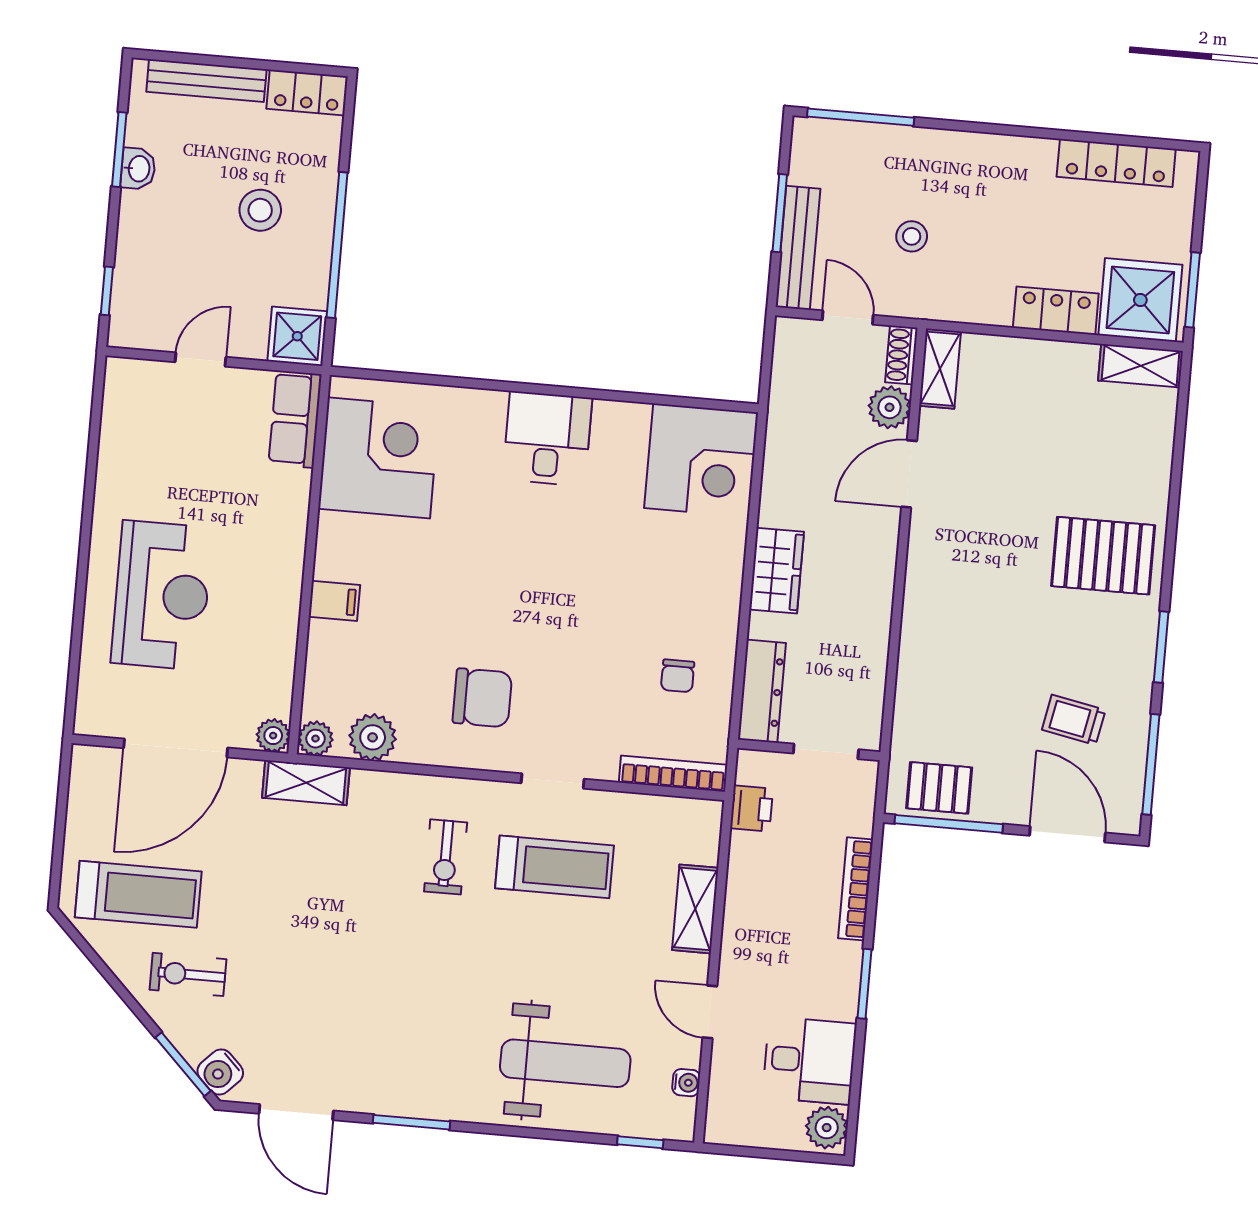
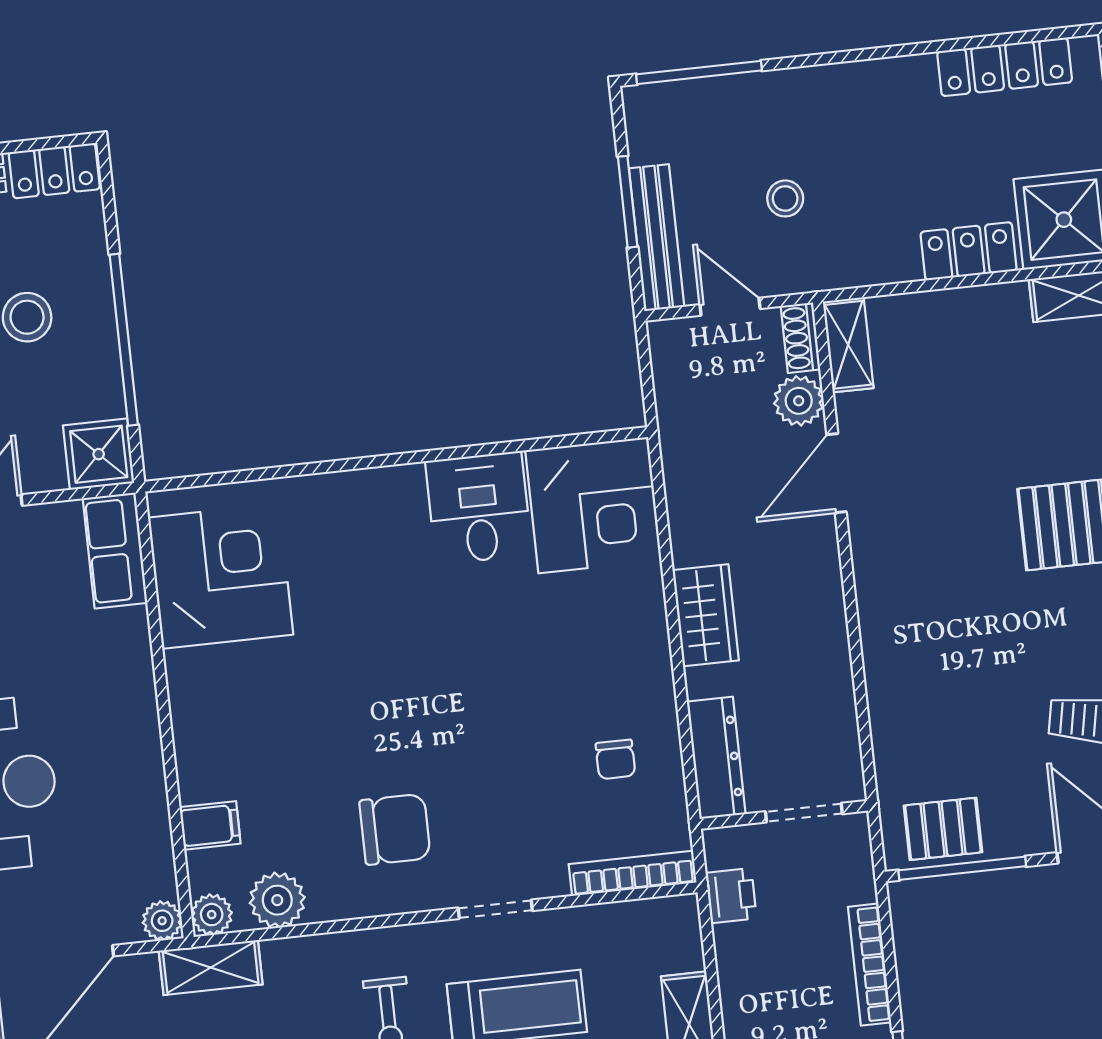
desk: (547, 439) -> (479, 508), moved
filing cabinet: (334, 601) -> (210, 825), moved

